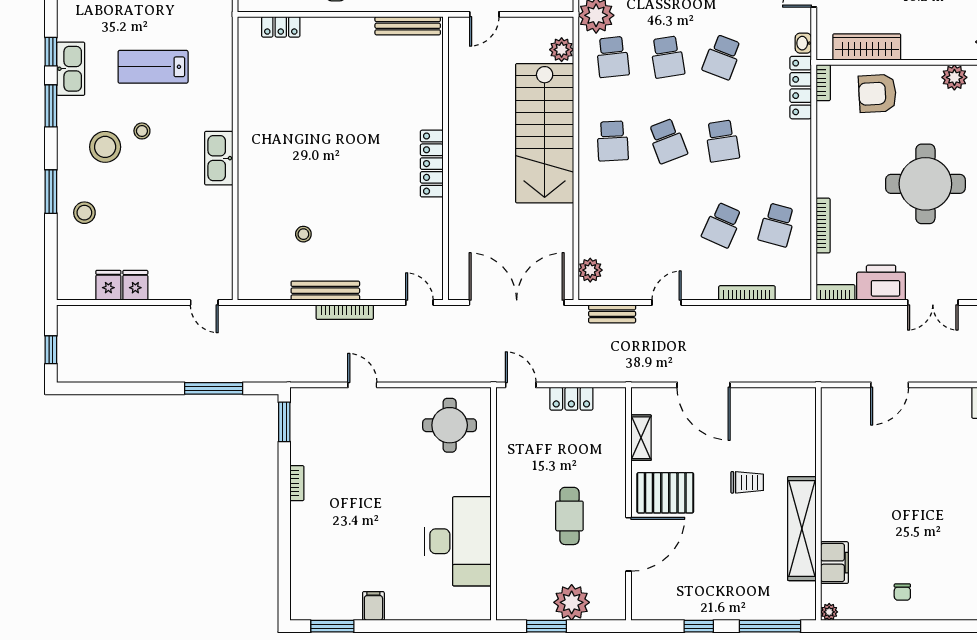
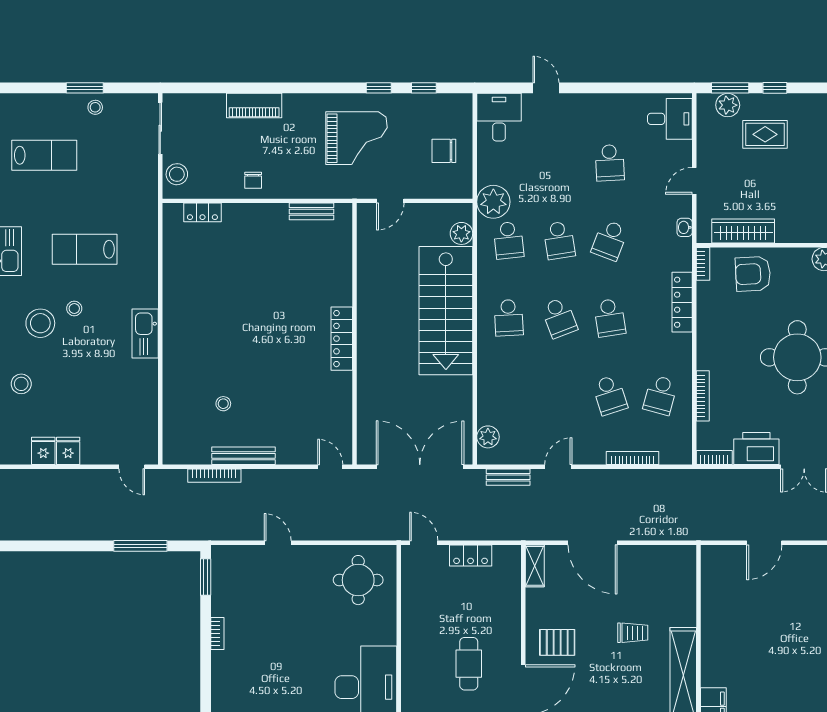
bench: (408, 26) -> (311, 211), width x0.73
locker: (801, 88) -> (682, 302), moved
school desk: (722, 225) -> (610, 395), turned -42
bookcase: (345, 312) -> (214, 476), moved
shelving: (641, 438) -> (535, 566), moved
pallet: (665, 493) -> (557, 642), width x0.67, depth x0.71

